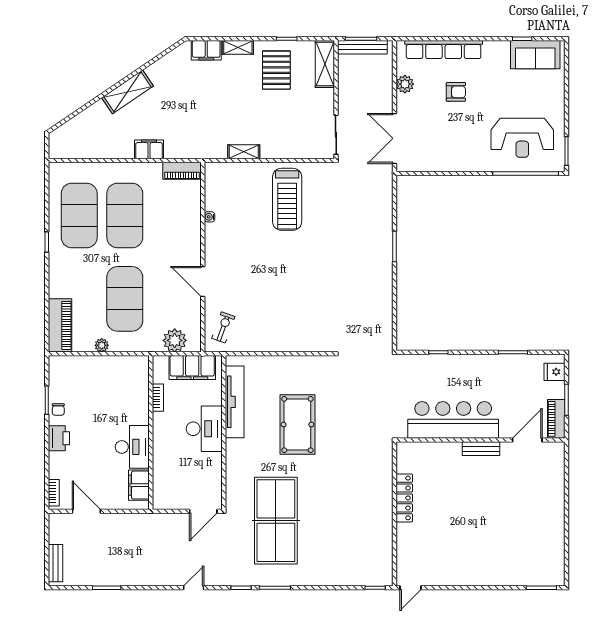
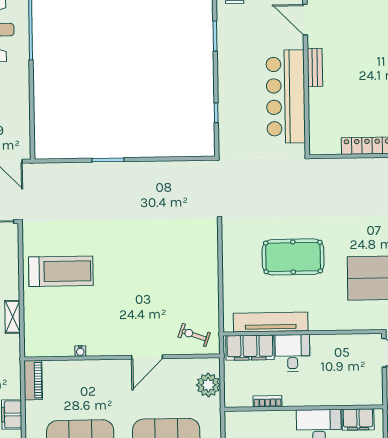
filing cabinet: (192, 367) -> (250, 348), moved, turned 90
desk: (204, 429) -> (293, 353), width x0.73

